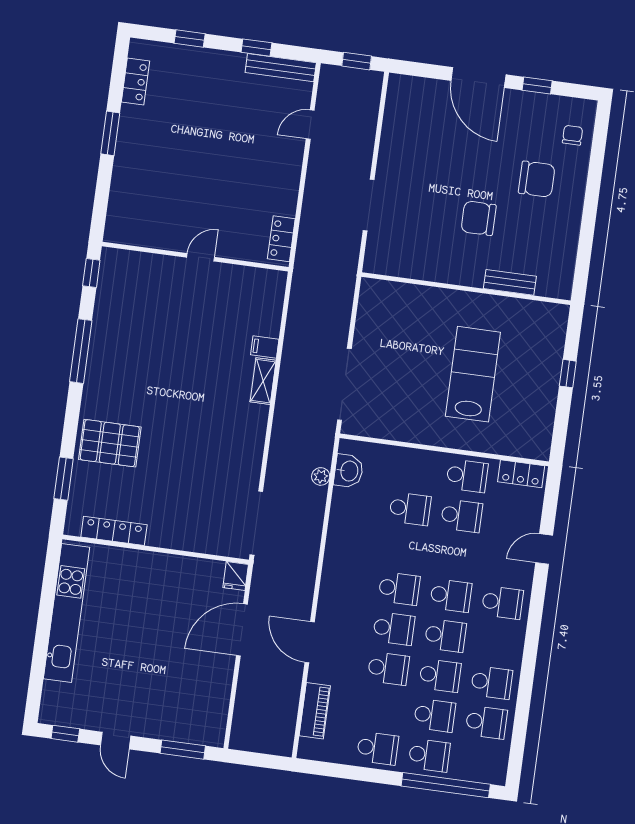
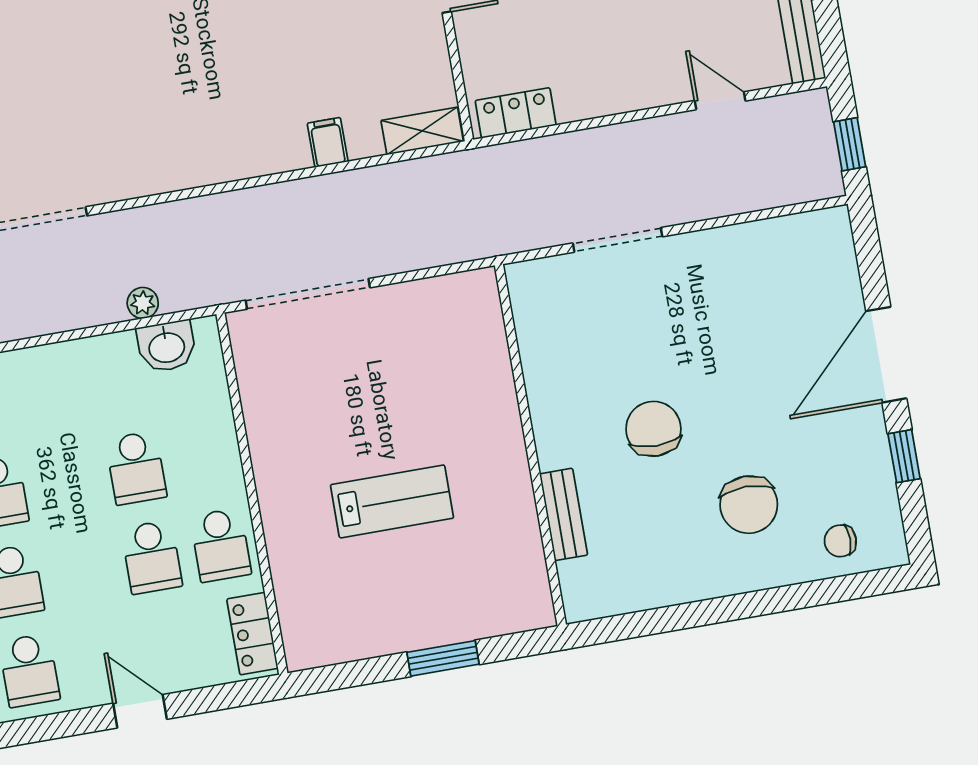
chair: (573, 135) -> (840, 541), turned 180
lab bench: (473, 374) -> (392, 501), width x0.73, depth x0.72
window: (568, 374) -> (443, 658), width x1.50
shelving: (263, 381) -> (422, 131), moved

